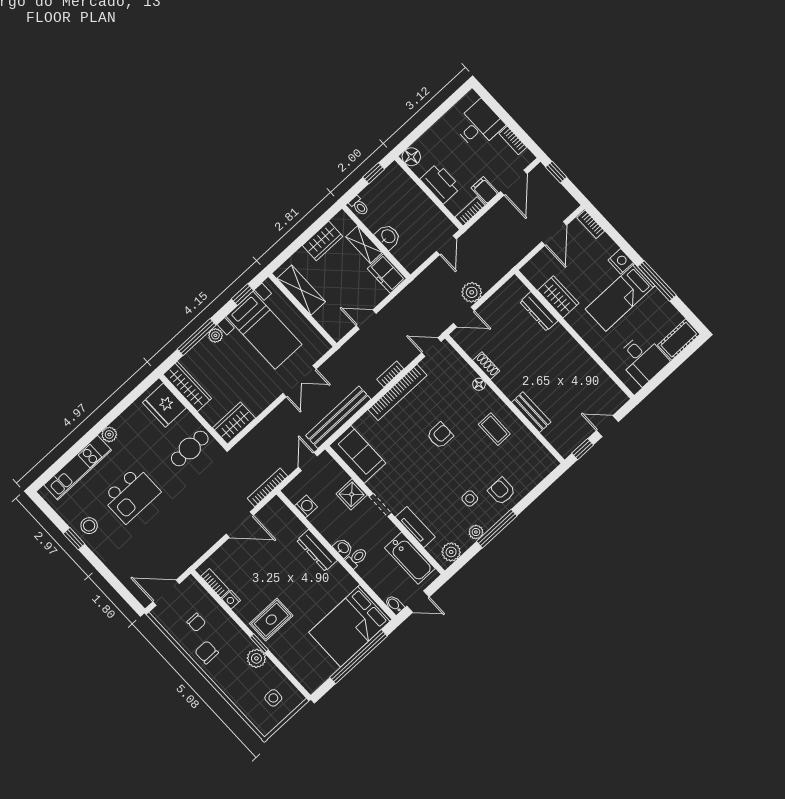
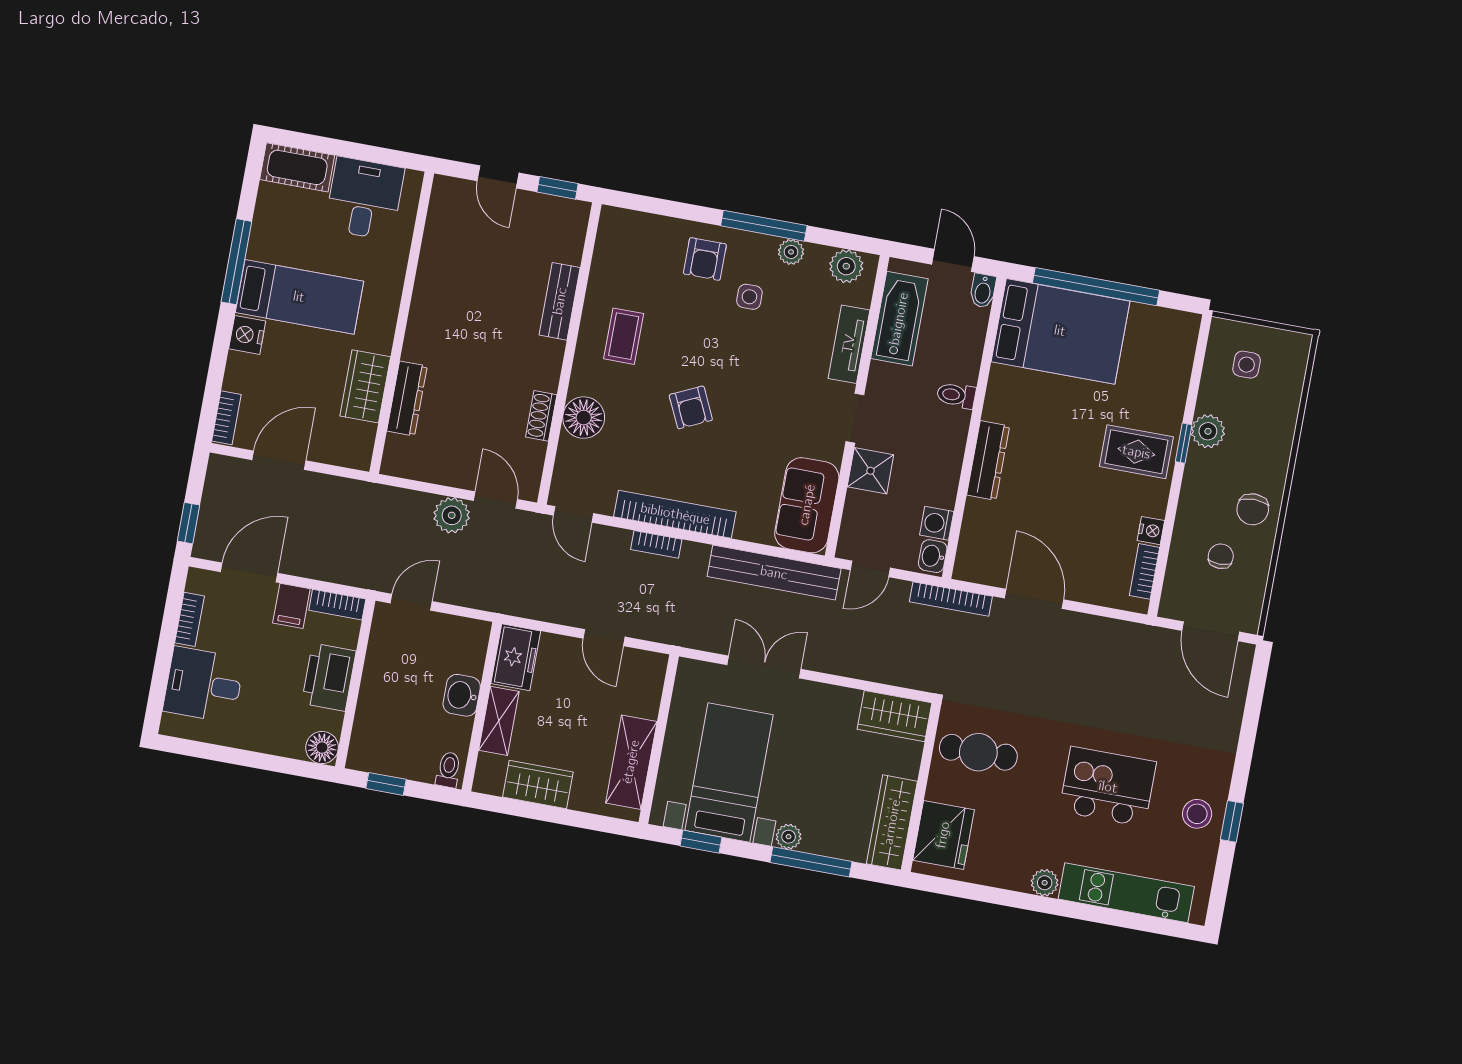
floor lamp: (479, 384) -> (584, 418), width x1.89, depth x1.89
armchair: (440, 435) -> (691, 407), turned -115
washbasin: (343, 548) -> (933, 556), moved

